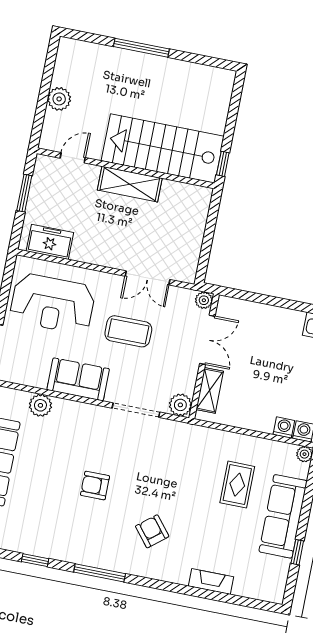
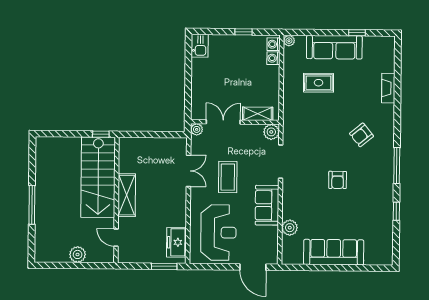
window: (24, 193) -> (164, 266), moved

